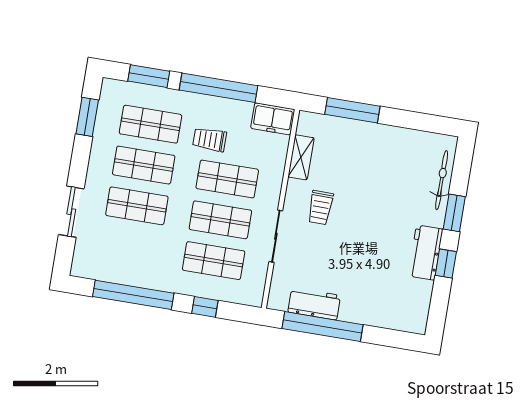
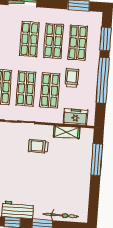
freezer: (273, 119) -> (75, 117), moved, turned 90

